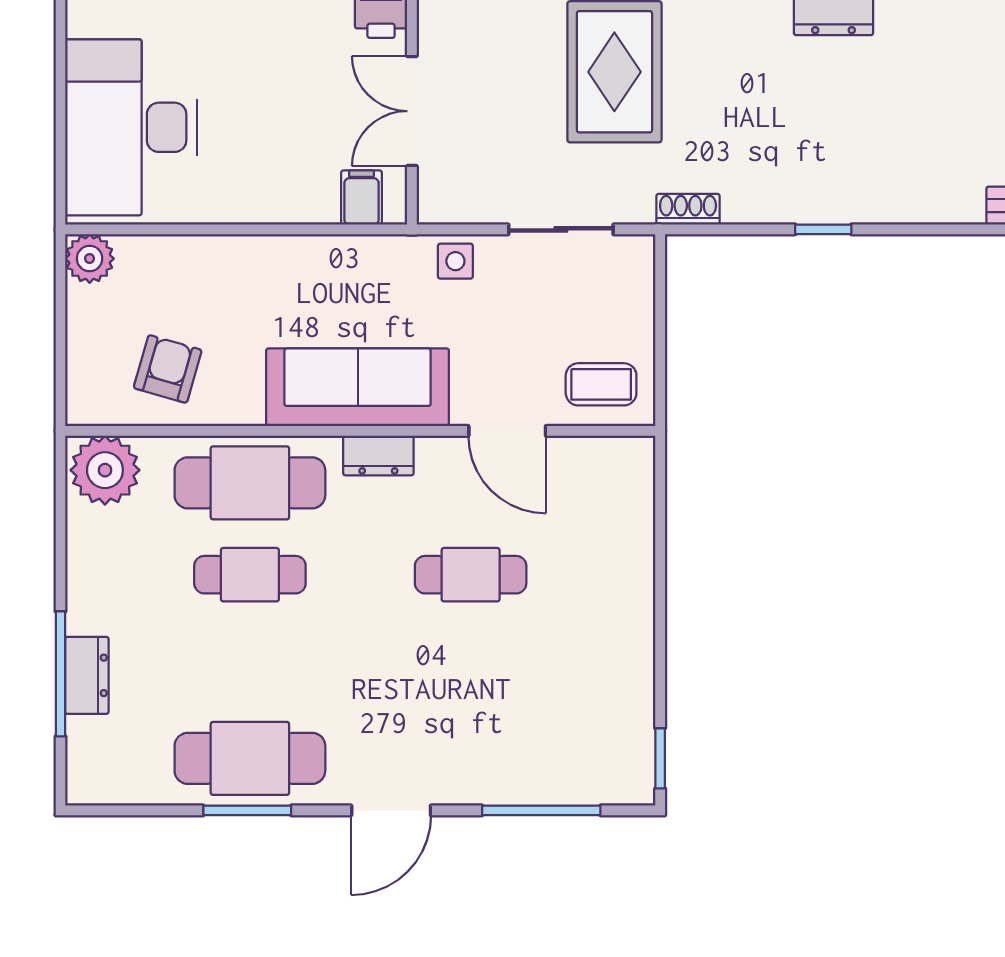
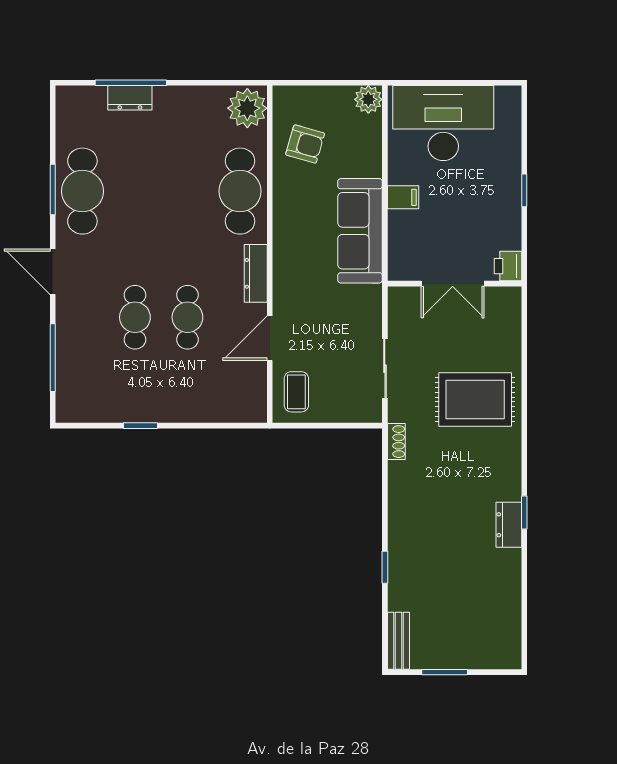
double door: (412, 111) -> (453, 284), swing flipped
filing cabinet: (361, 198) -> (403, 197), moved
window: (823, 229) -> (385, 567), moved
side table: (455, 261) -> (367, 309), removed
sofa: (358, 387) -> (360, 231), moved, turned 180
dresser: (378, 455) -> (256, 273), width x1.44
cafe table: (250, 575) -> (135, 317), moved
window: (660, 758) -> (140, 426), moved

